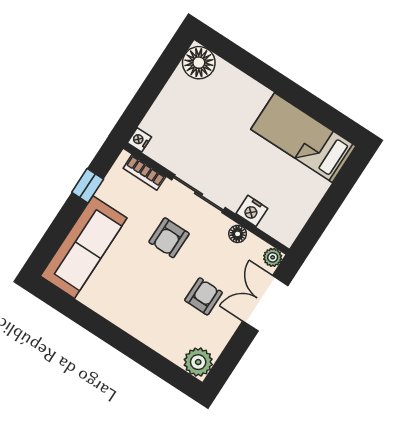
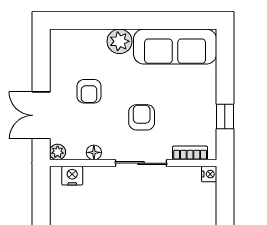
nightstand: (252, 211) -> (72, 176), moved
sofa: (84, 247) -> (175, 47), moved, turned -90
double door: (265, 303) -> (41, 115), swing flipped
plant: (198, 362) -> (120, 41), moved

